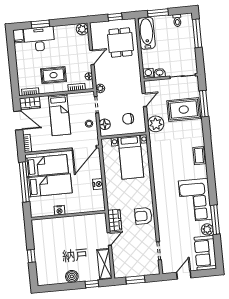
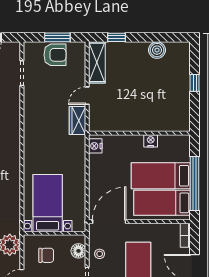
nightstand: (98, 184) -> (95, 146), moved
armchair: (143, 216) -> (55, 55), moved
boiler: (72, 276) -> (157, 50), moved

